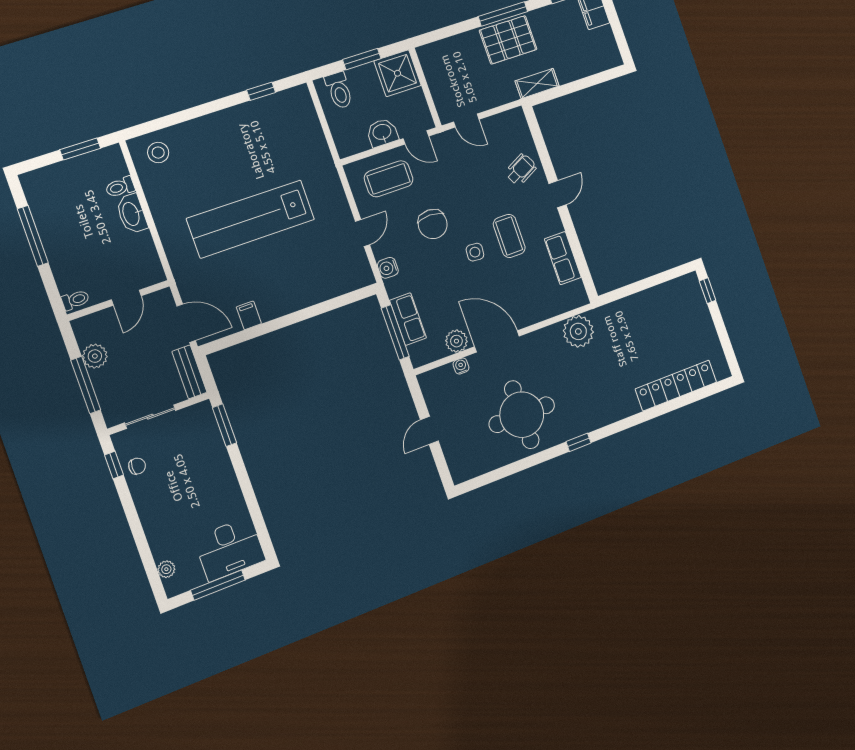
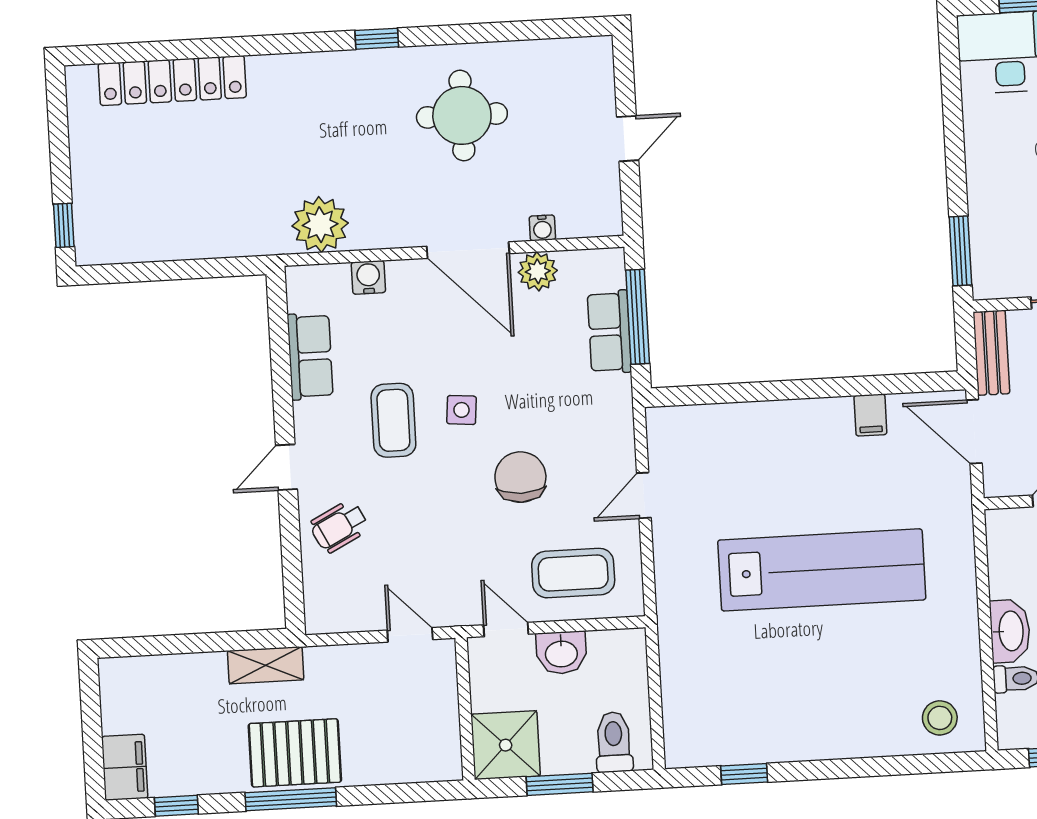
water cooler: (388, 268) -> (368, 277), moved, turned -90
round table: (522, 415) -> (462, 115), width x0.73, depth x0.73

